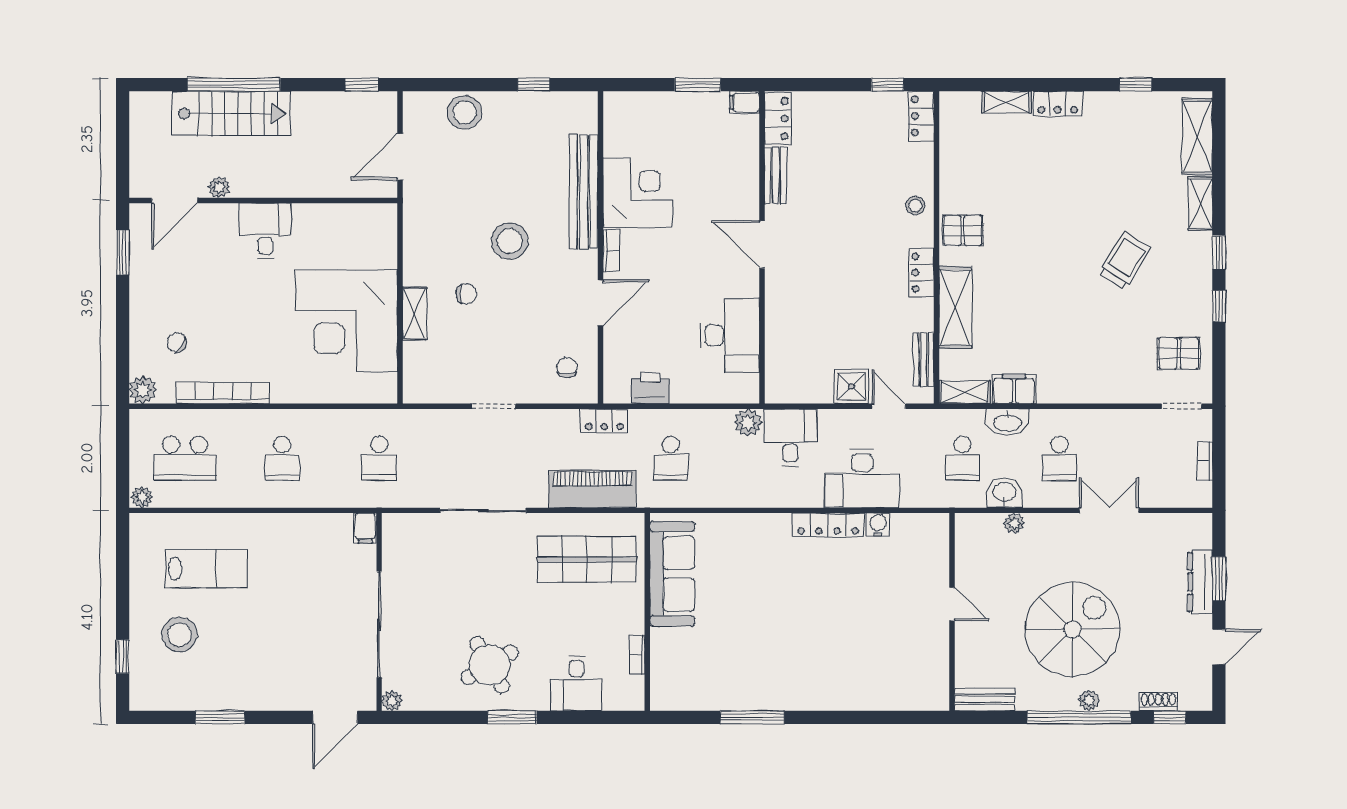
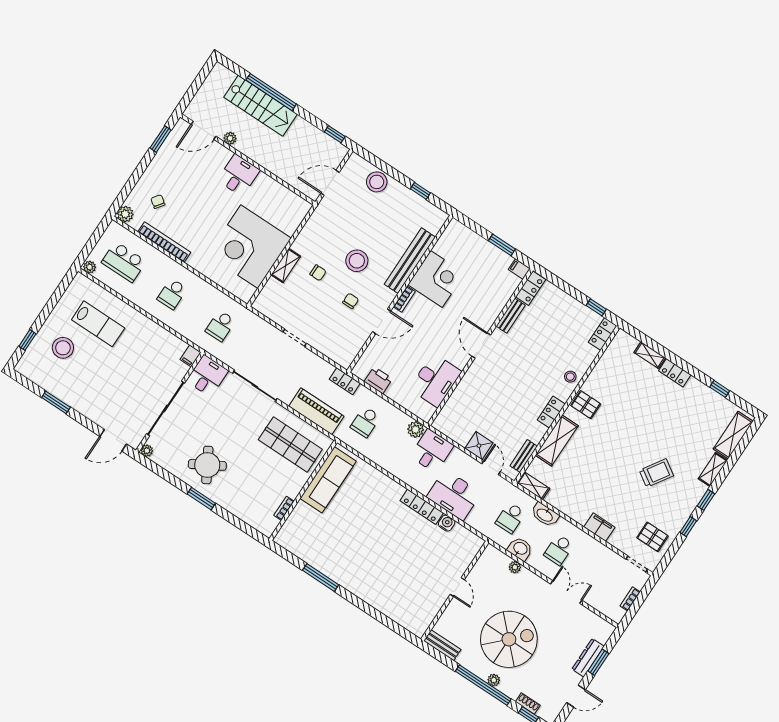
chair: (567, 368) -> (351, 301), moved
filing cabinet: (1014, 389) -> (599, 527), moved
desk: (576, 683) -> (207, 376), moved, turned 180

